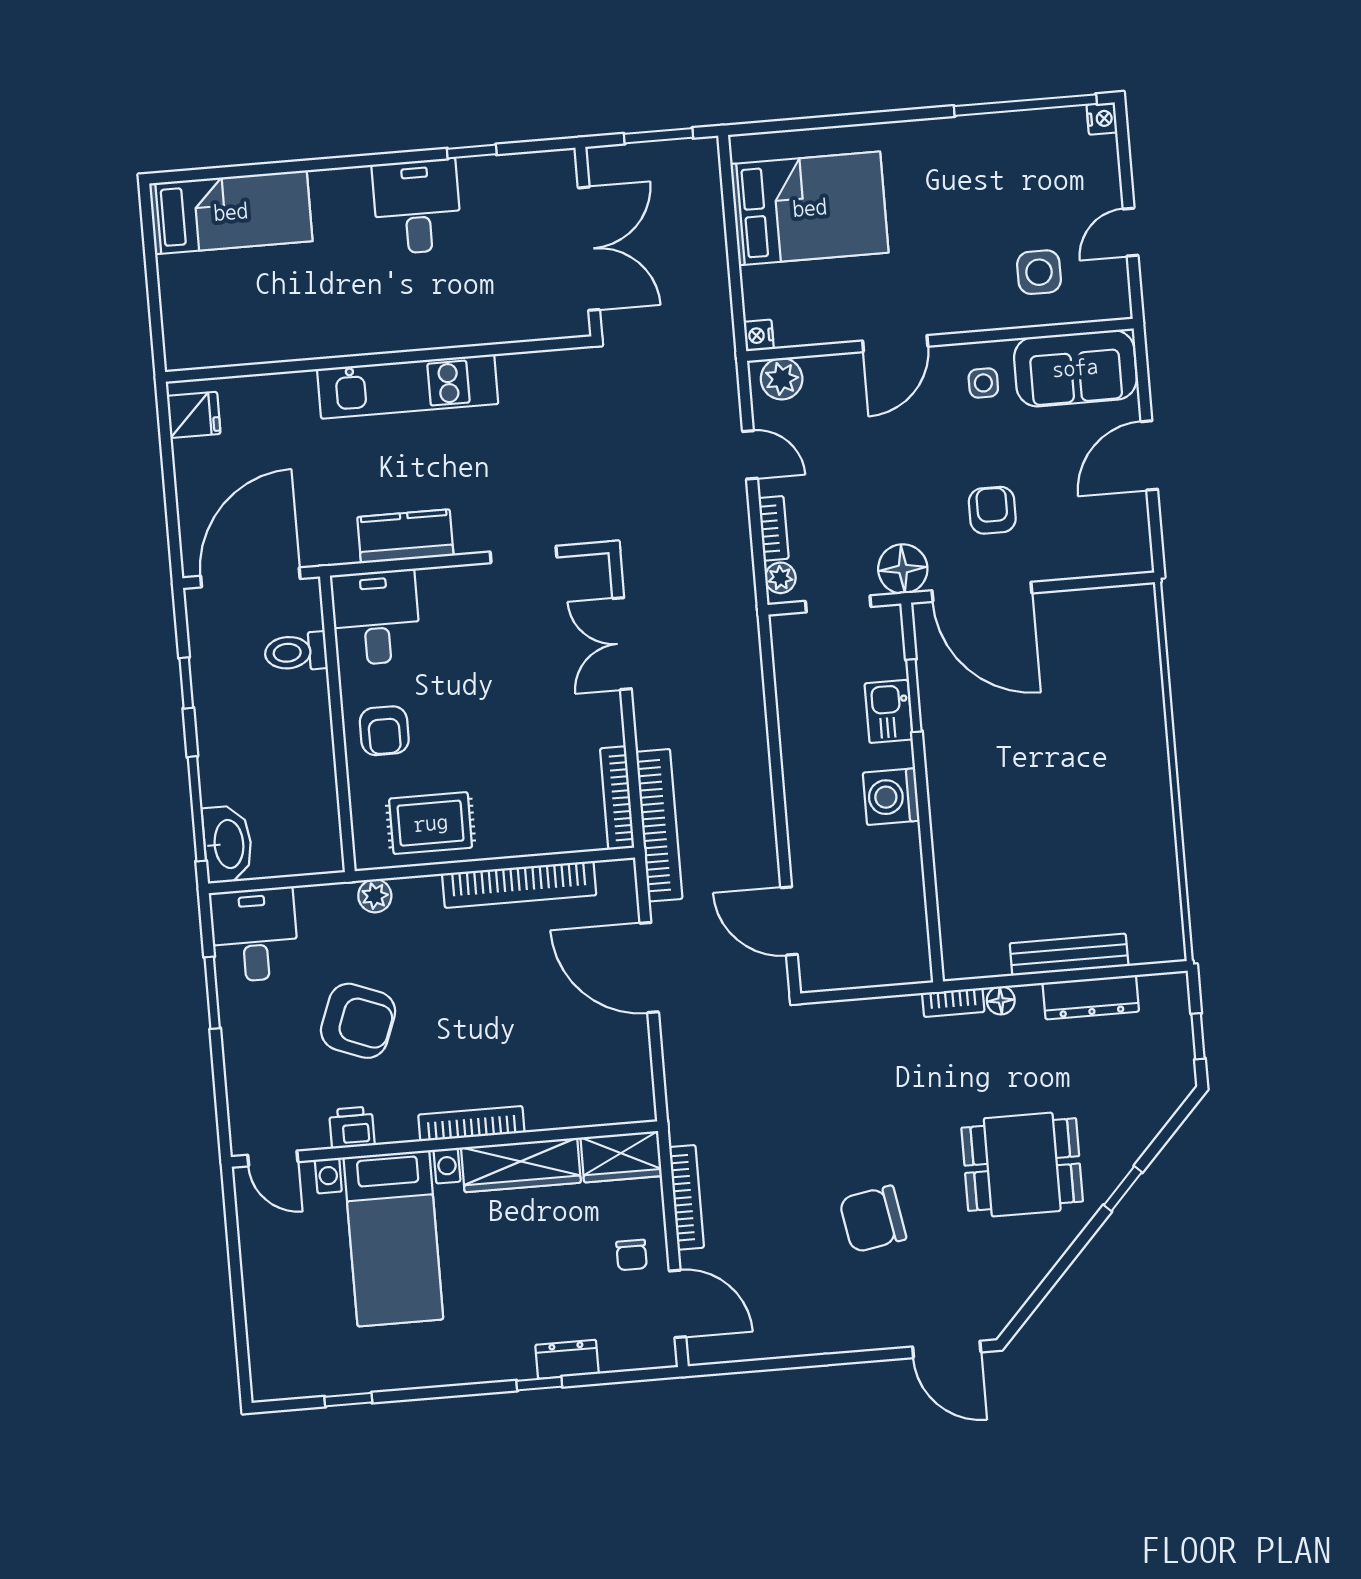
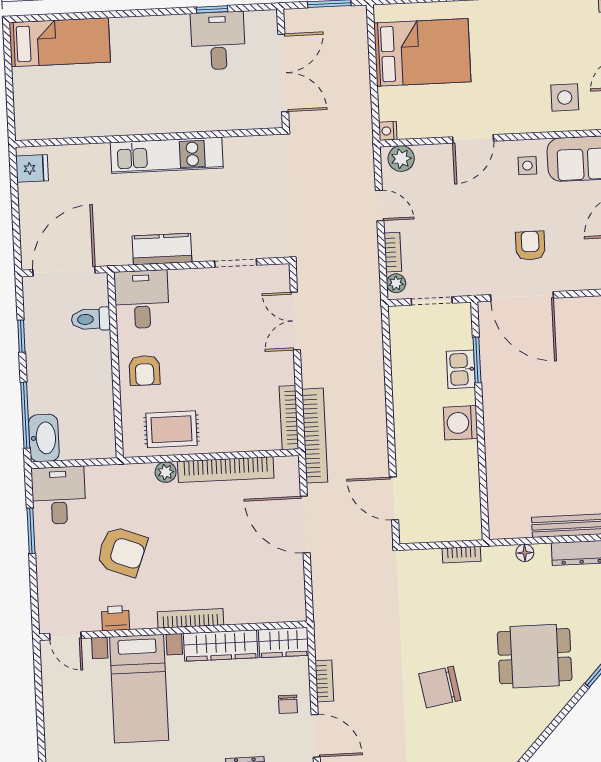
desk: (417, 207) -> (218, 41), moved
floor lamp: (903, 569) -> (473, 280), removed
plant: (375, 896) -> (166, 472), moved
bookcase: (953, 1002) -> (461, 555), moved
bookcase: (687, 1197) -> (324, 681), width x0.64

